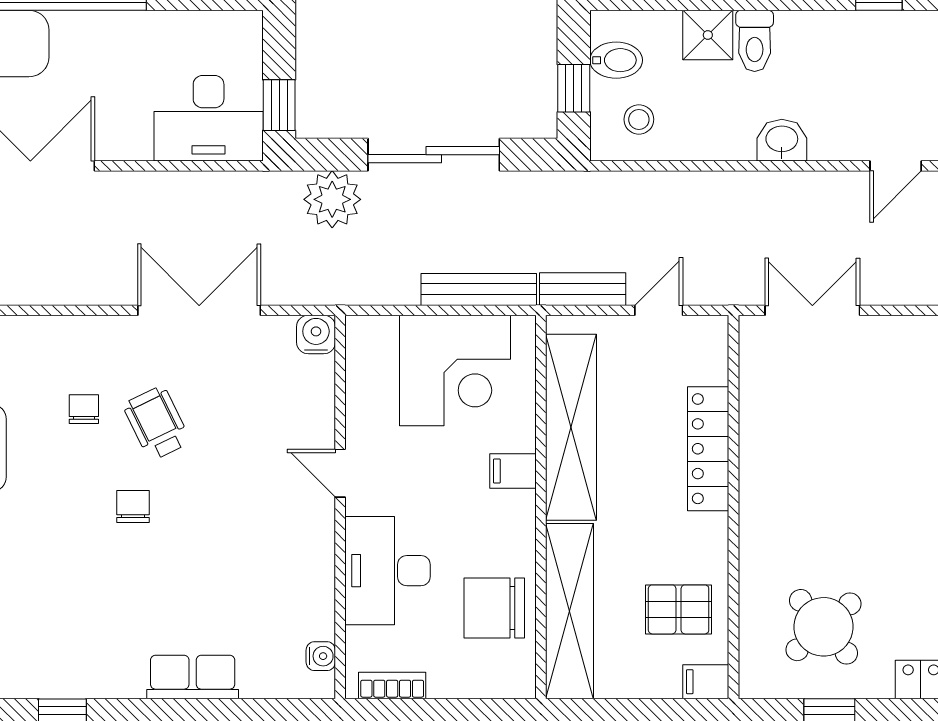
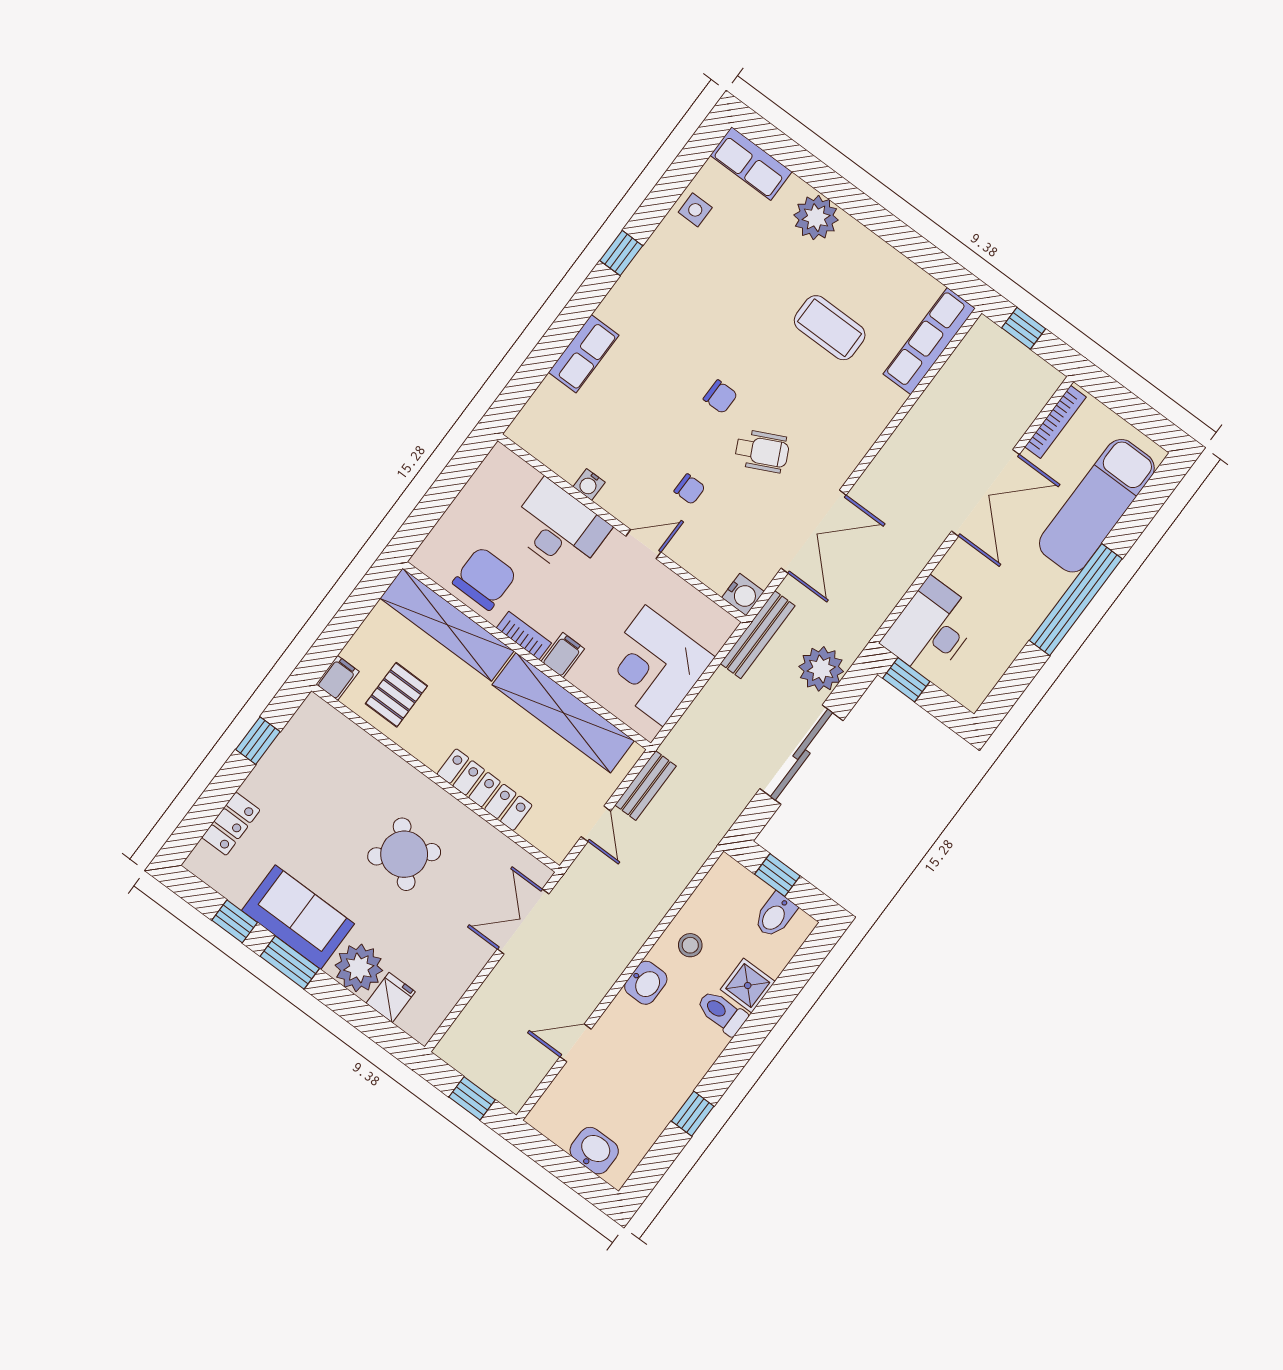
stool: (639, 119) -> (690, 945), moved
door: (896, 166) -> (576, 1043), hinge flipped
bench: (479, 289) -> (758, 635), moved
double door: (812, 310) -> (523, 922), swing flipped
chair: (84, 409) -> (690, 489), moved
round table: (824, 627) -> (404, 854), moved
water cooler: (321, 656) -> (589, 485), moved
bookcase: (392, 685) -> (524, 636), moved, turned -90

